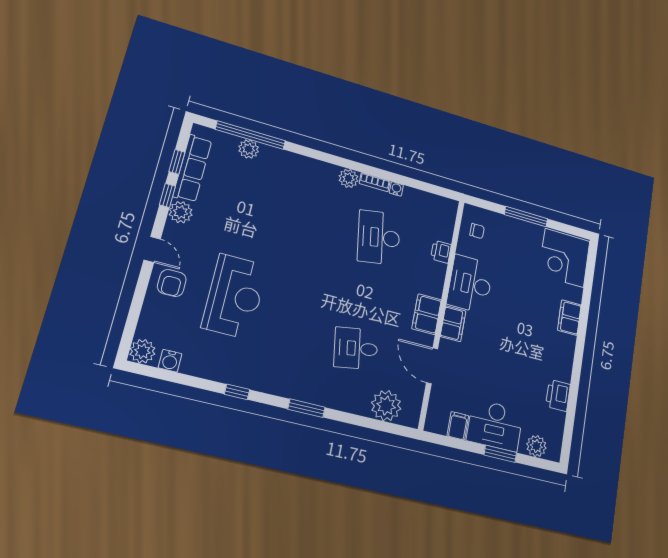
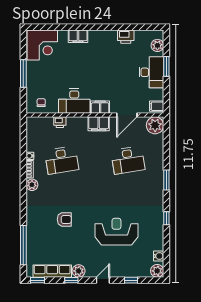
plant: (249, 149) -> (32, 244), removed
window: (177, 162) -> (38, 280), moved
armchair: (172, 283) -> (64, 219), moved
window: (138, 299) -> (131, 280), added
desk: (356, 348) -> (128, 160), width x1.37
plant: (386, 406) -> (155, 125), moved
filing cabinet: (458, 426) -> (157, 106), moved

